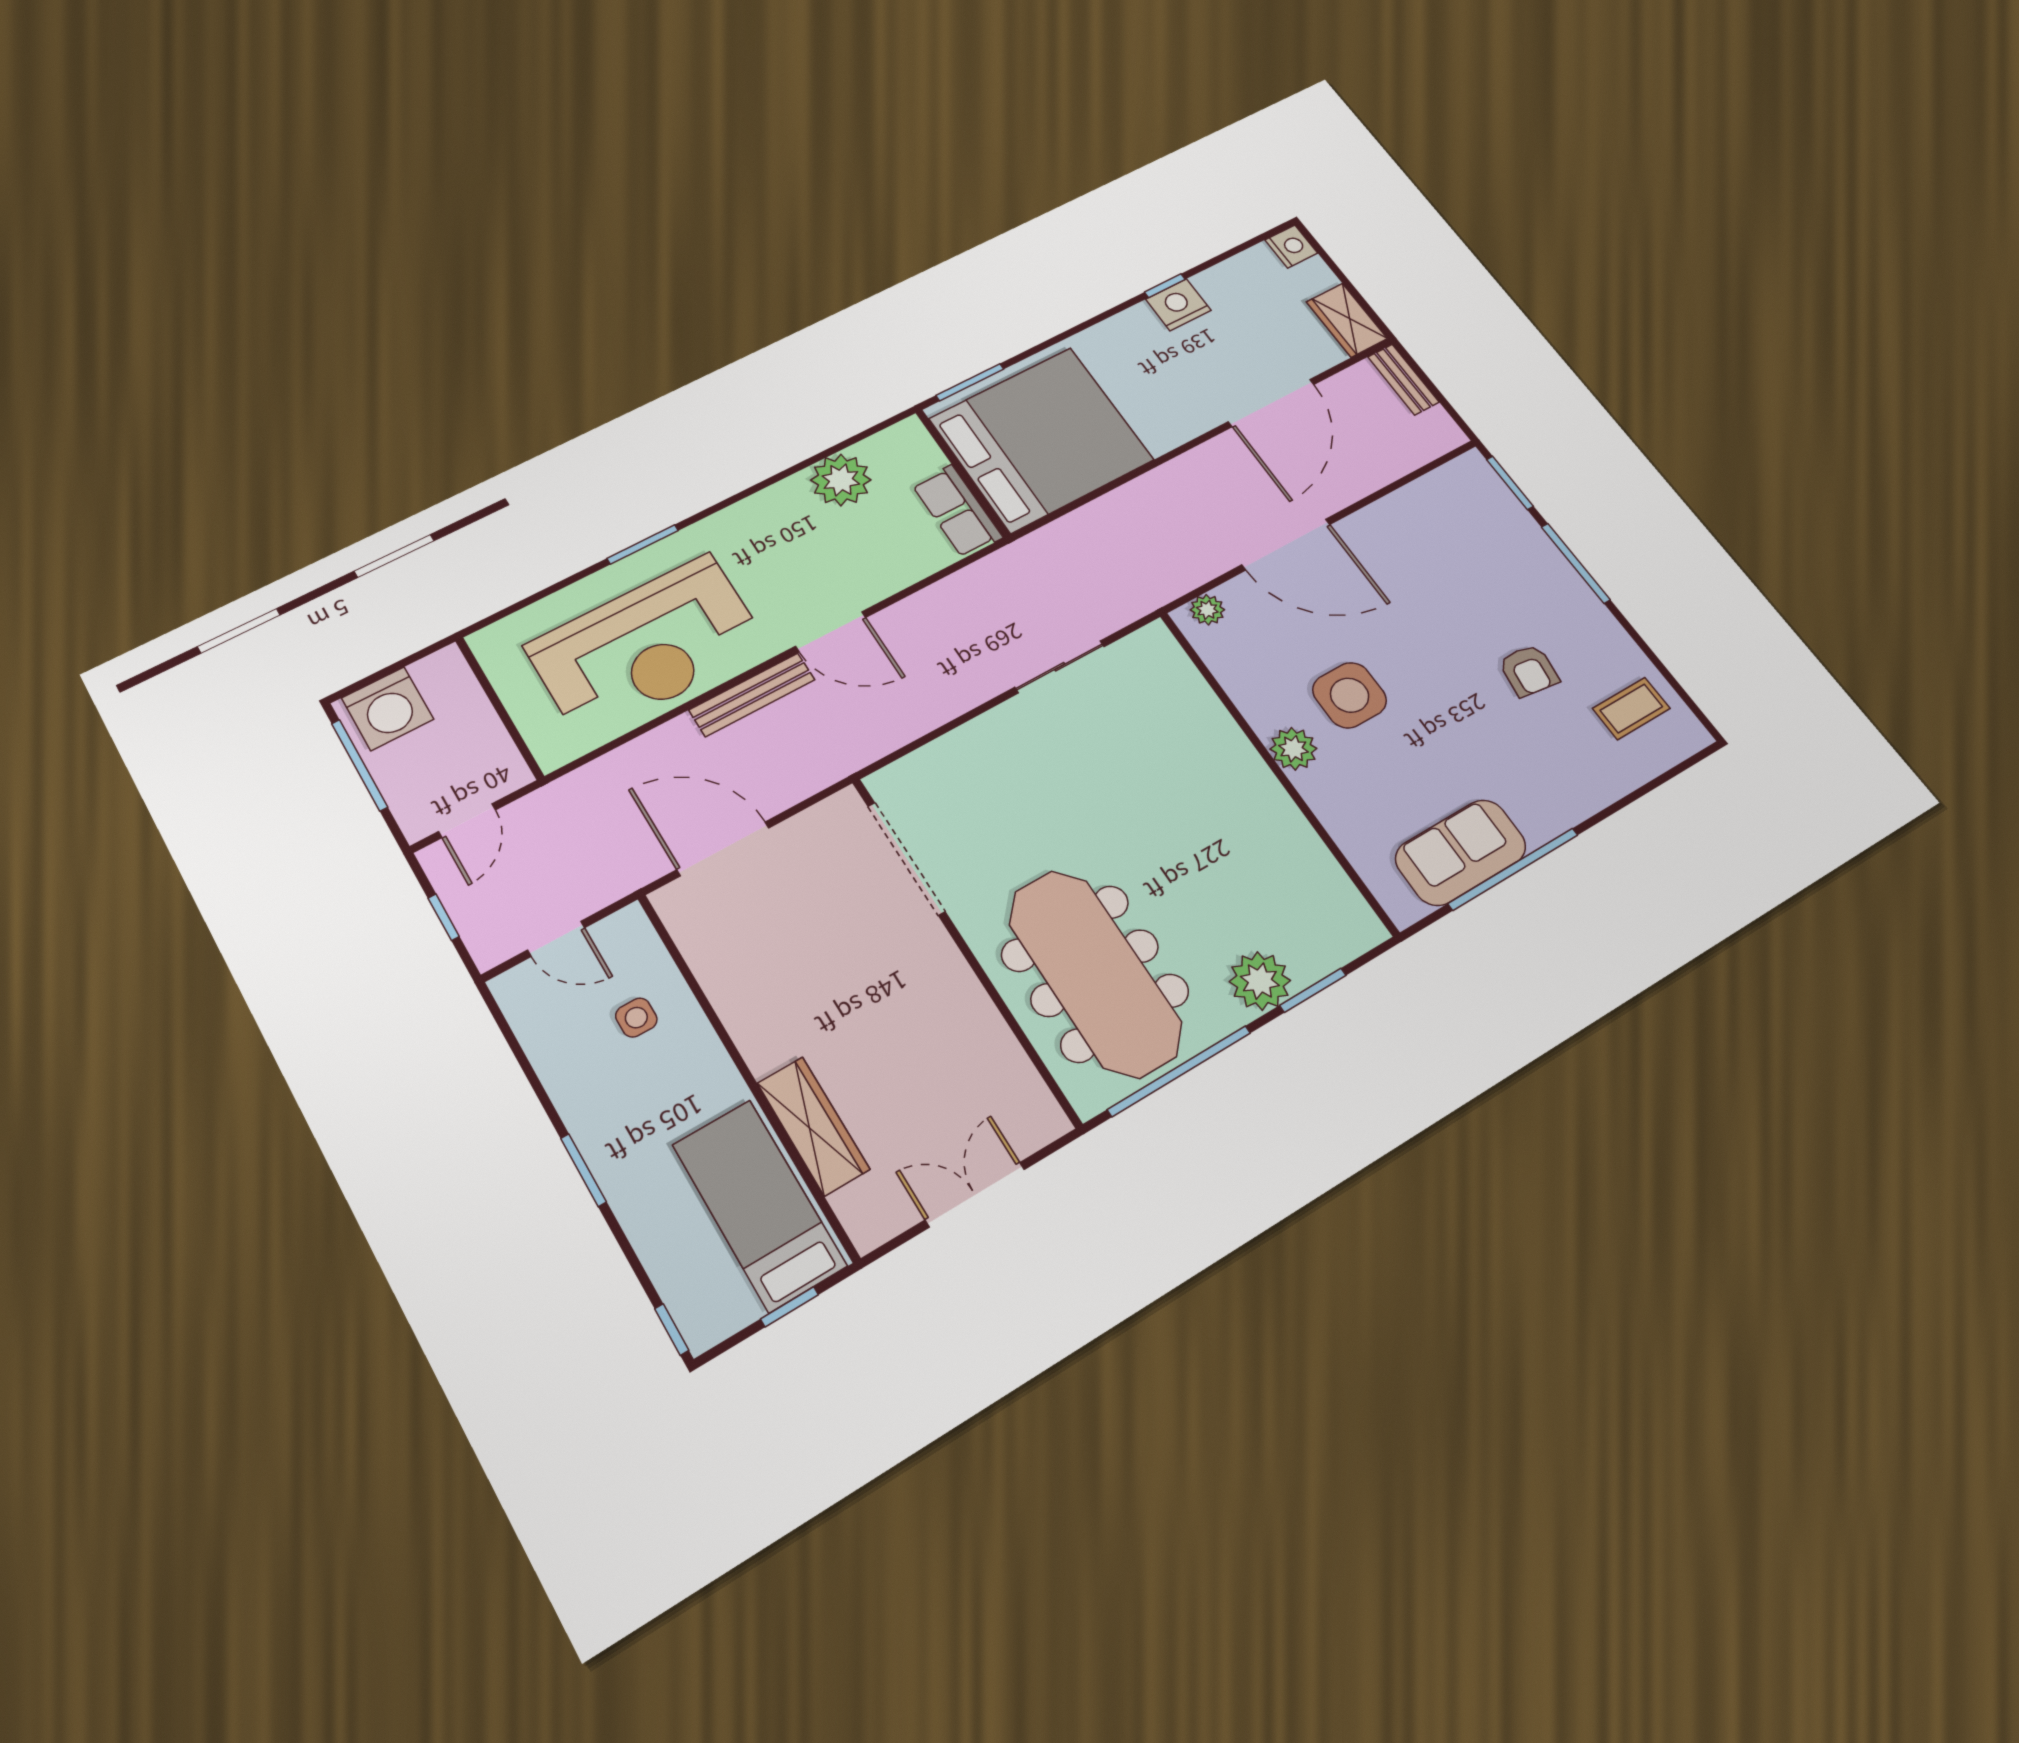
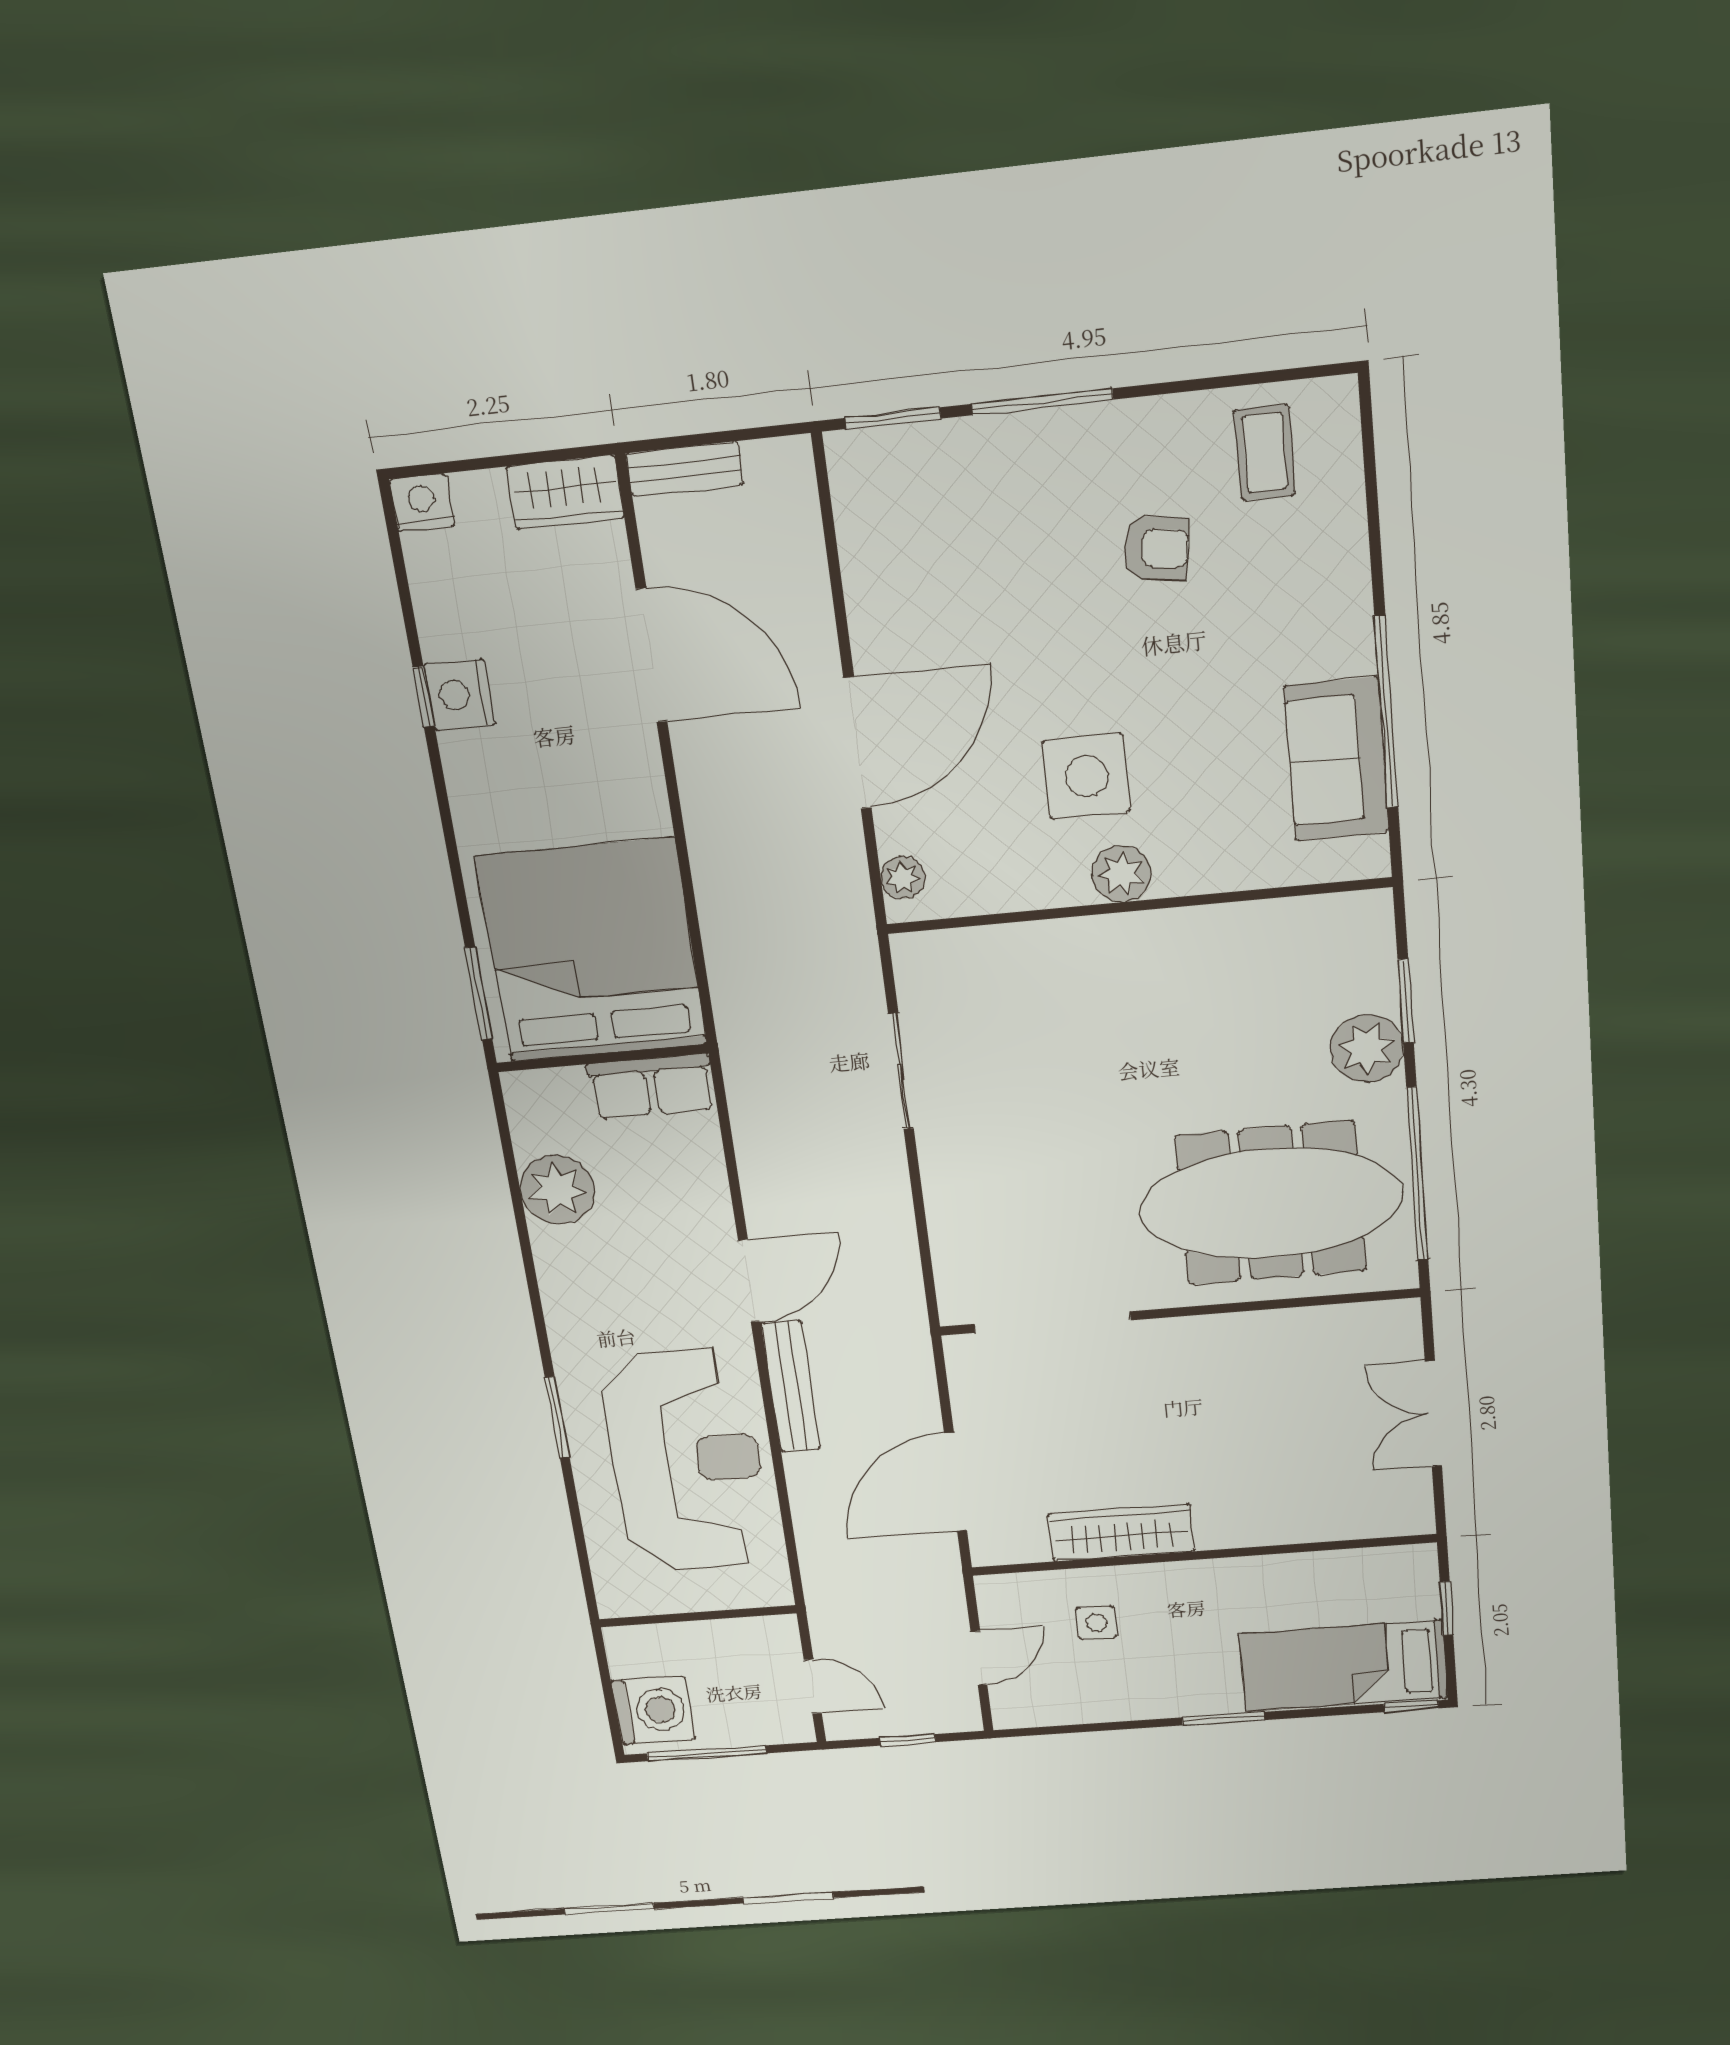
wardrobe: (813, 1126) -> (1121, 1533), moved
bed: (759, 1205) -> (1343, 1666), moved

